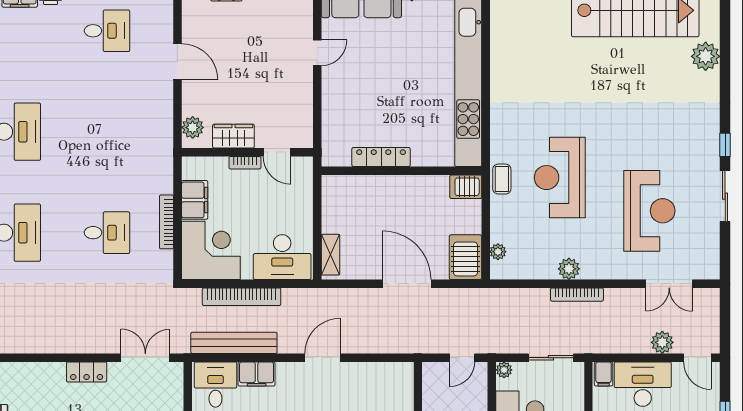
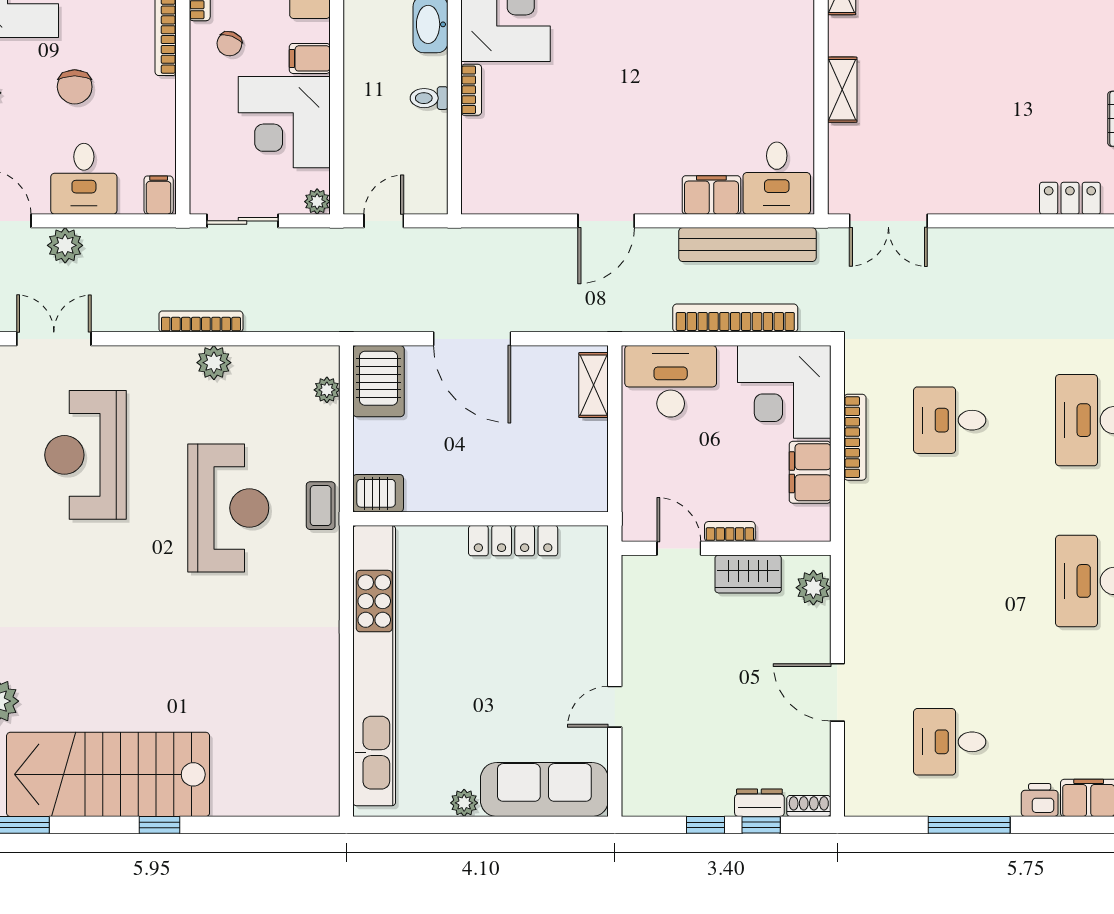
locker: (87, 372) -> (1070, 198), moved
desk: (643, 384) -> (84, 179), width x0.73

